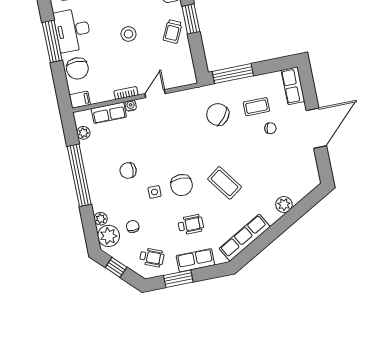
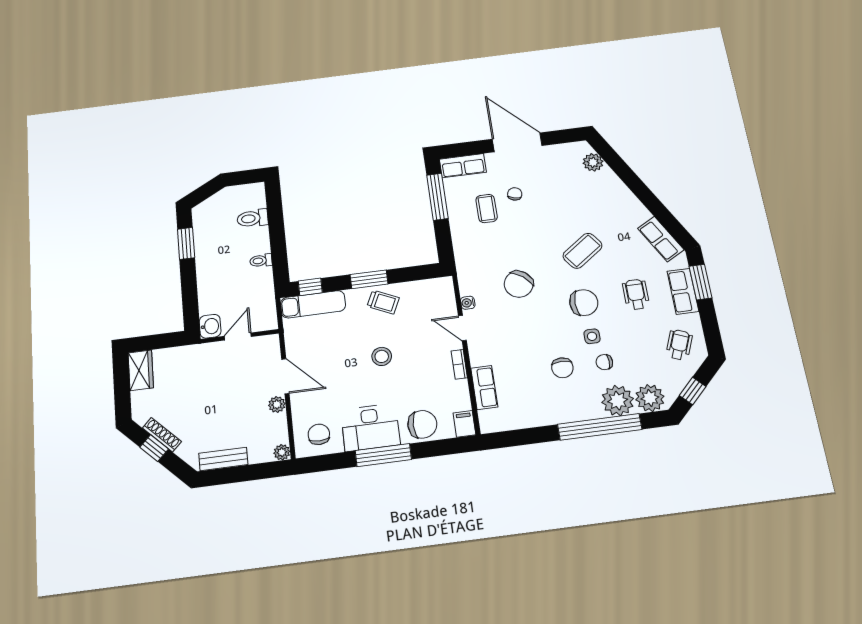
window: (233, 74) -> (437, 197), moved
water cooler: (131, 106) -> (468, 303), moved
chair: (218, 114) -> (519, 284), moved
plant: (83, 133) -> (509, 422), removed
window: (79, 175) -> (600, 427), moved
plant: (284, 205) -> (593, 162), moved
plant: (101, 219) -> (618, 401), width x1.87, depth x1.87
chair: (133, 226) -> (604, 362), moved
row of seats: (245, 238) -> (661, 239), width x0.68
window: (178, 279) -> (700, 282), moved

